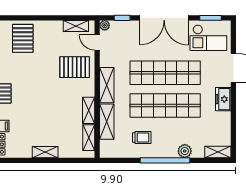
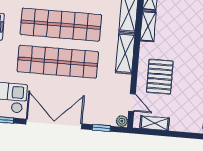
pallet: (75, 67) -> (160, 77), turned 90

